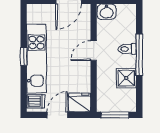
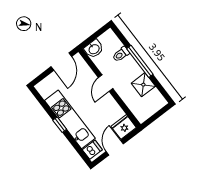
toilet: (127, 49) -> (121, 54), moved
window: (115, 115) -> (155, 117), removed

